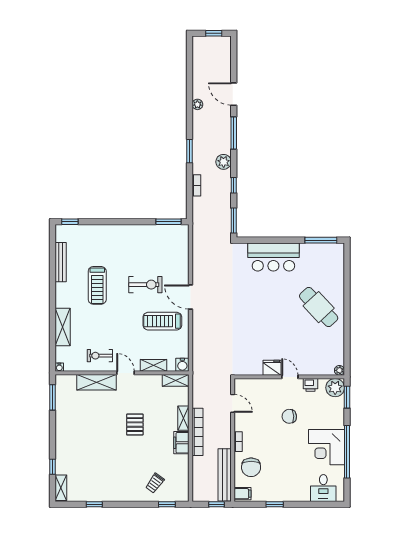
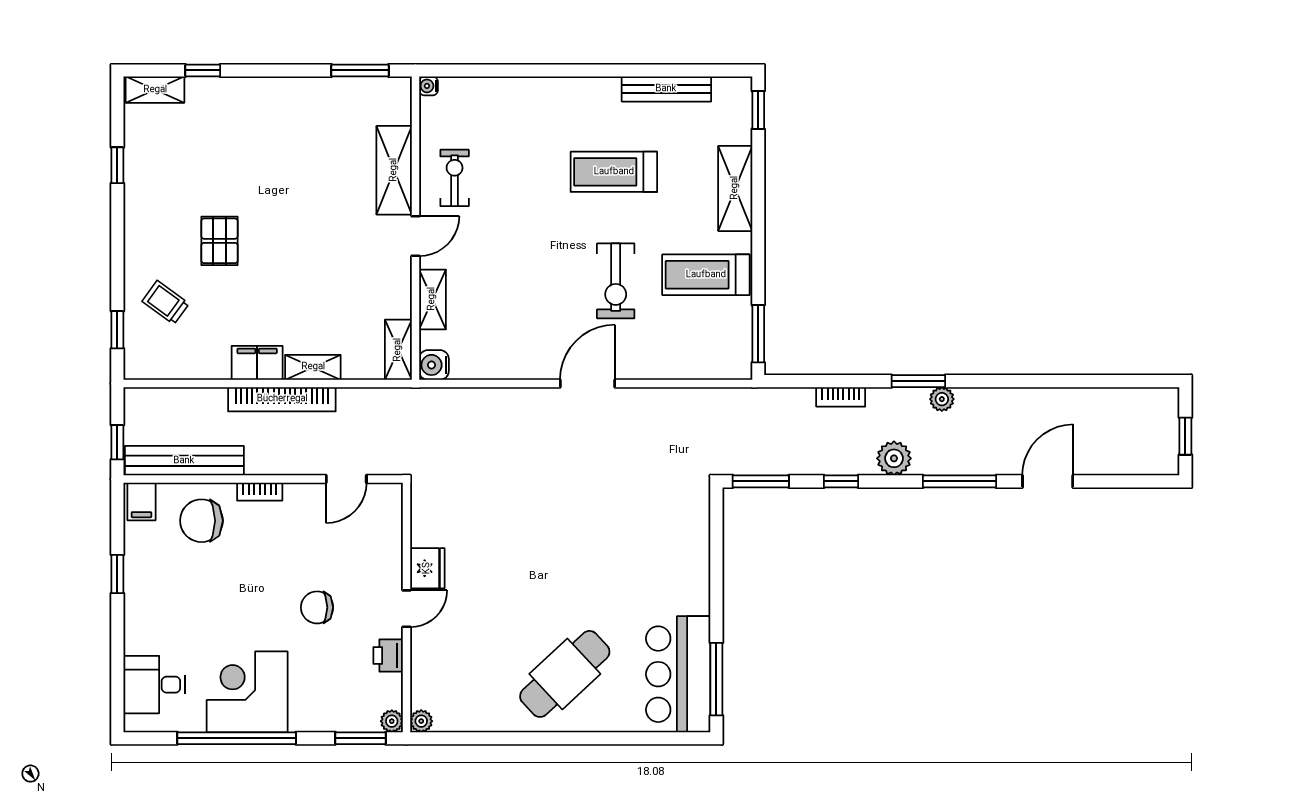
plant: (197, 104) -> (942, 399), moved
bar counter: (273, 257) -> (678, 674), moved
treadmill: (162, 321) -> (706, 275), moved, turned -90
shelving: (63, 327) -> (735, 188), moved, turned 90
plant: (335, 388) -> (392, 721), width x0.53, depth x0.53
chair: (289, 416) -> (317, 607), turned -87
pallet: (135, 425) -> (219, 241), moved, turned 90

